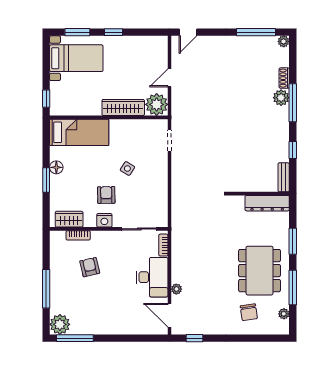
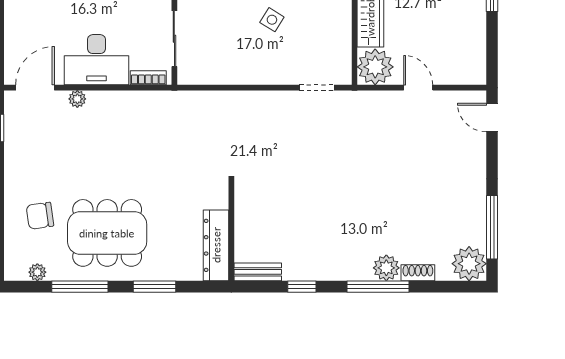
plant: (284, 41) -> (469, 264), width x1.88, depth x1.88

